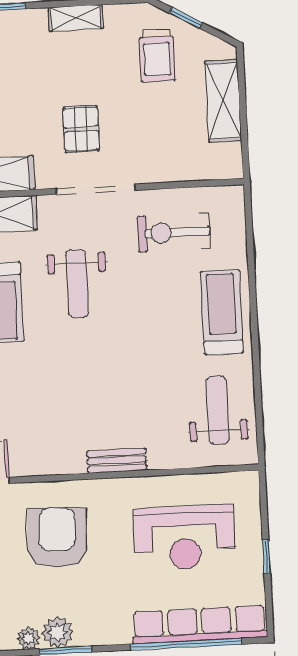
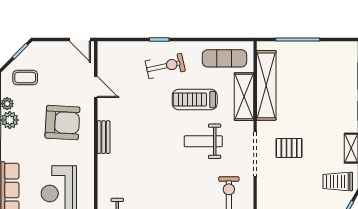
trolley: (157, 55) -> (338, 182), moved
bench: (117, 461) -> (104, 137), moved

